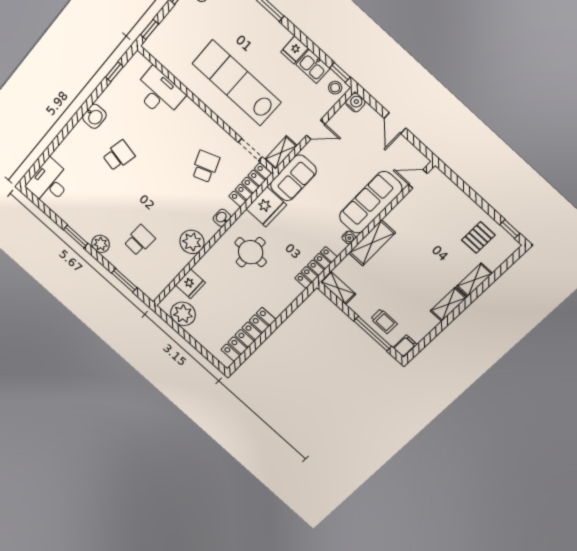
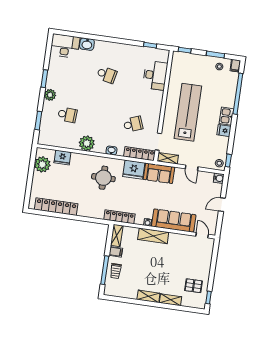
kitchen sink: (313, 66) -> (226, 116), moved
washbasin: (94, 116) -> (87, 44), moved
filing cabinet: (405, 346) -> (116, 252), moved

